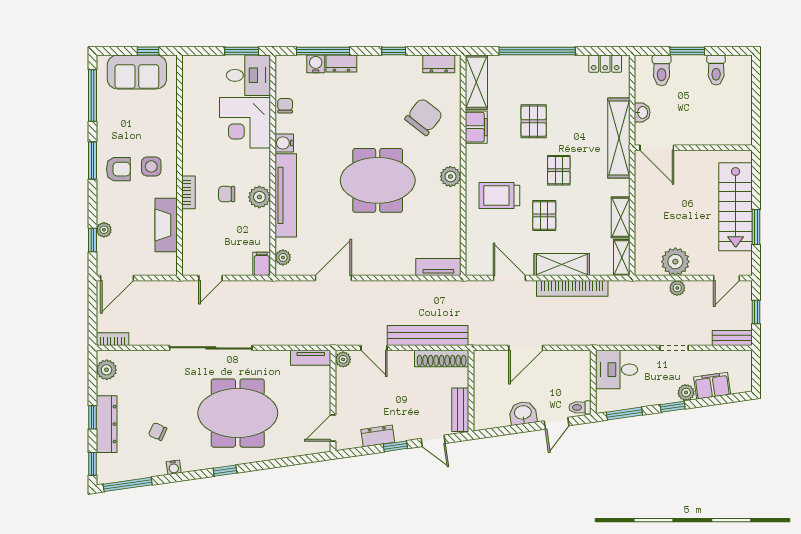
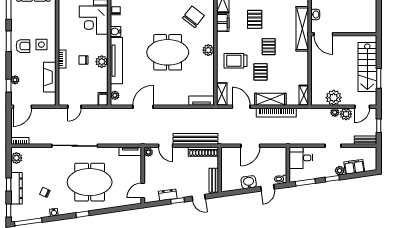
shelving: (621, 217) -> (222, 94), moved
plant: (697, 291) -> (346, 114), added

